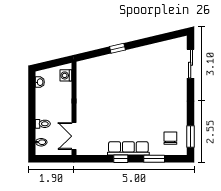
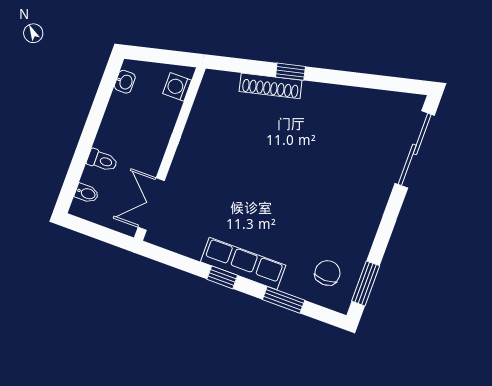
shoe rack: (110, 59) -> (271, 86), added
sliding door: (191, 64) -> (415, 149), width x1.37

